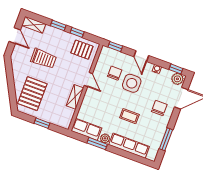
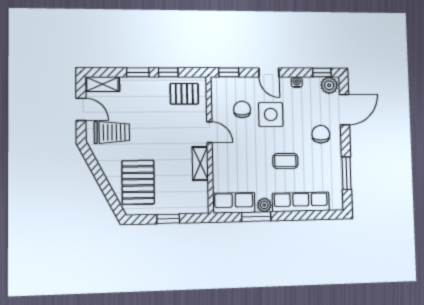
trolley: (44, 59) -> (112, 132), moved

